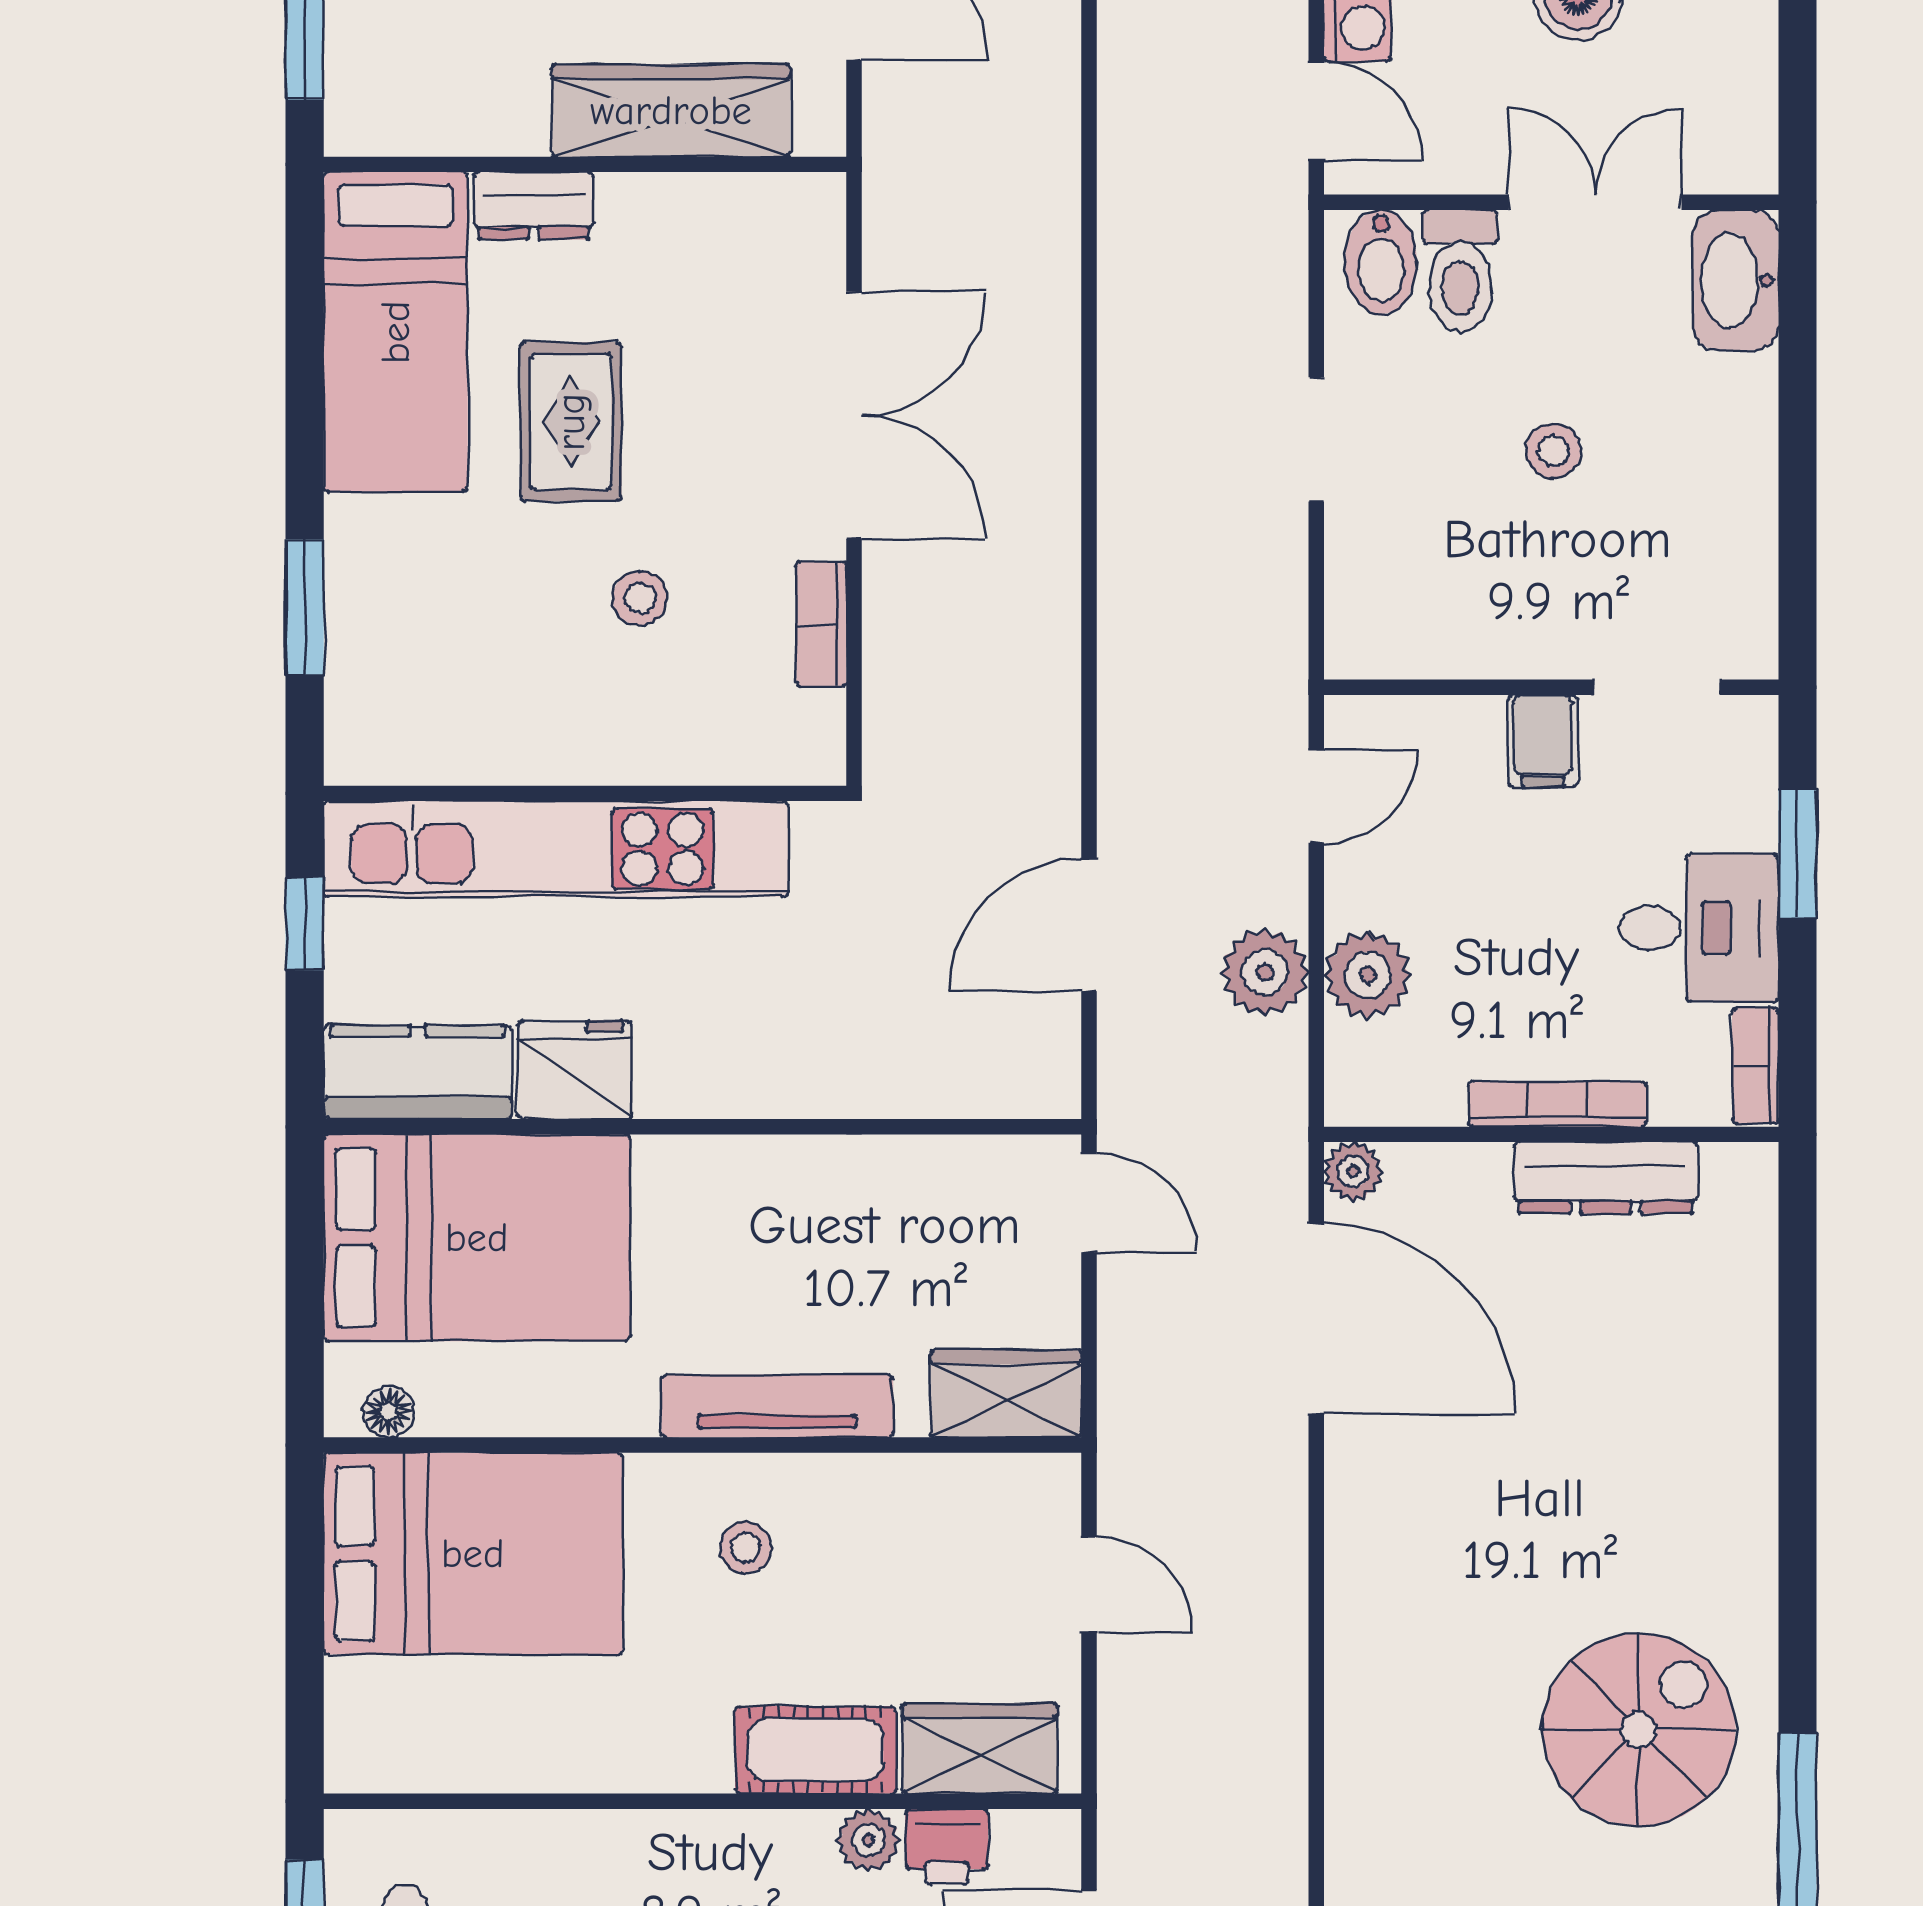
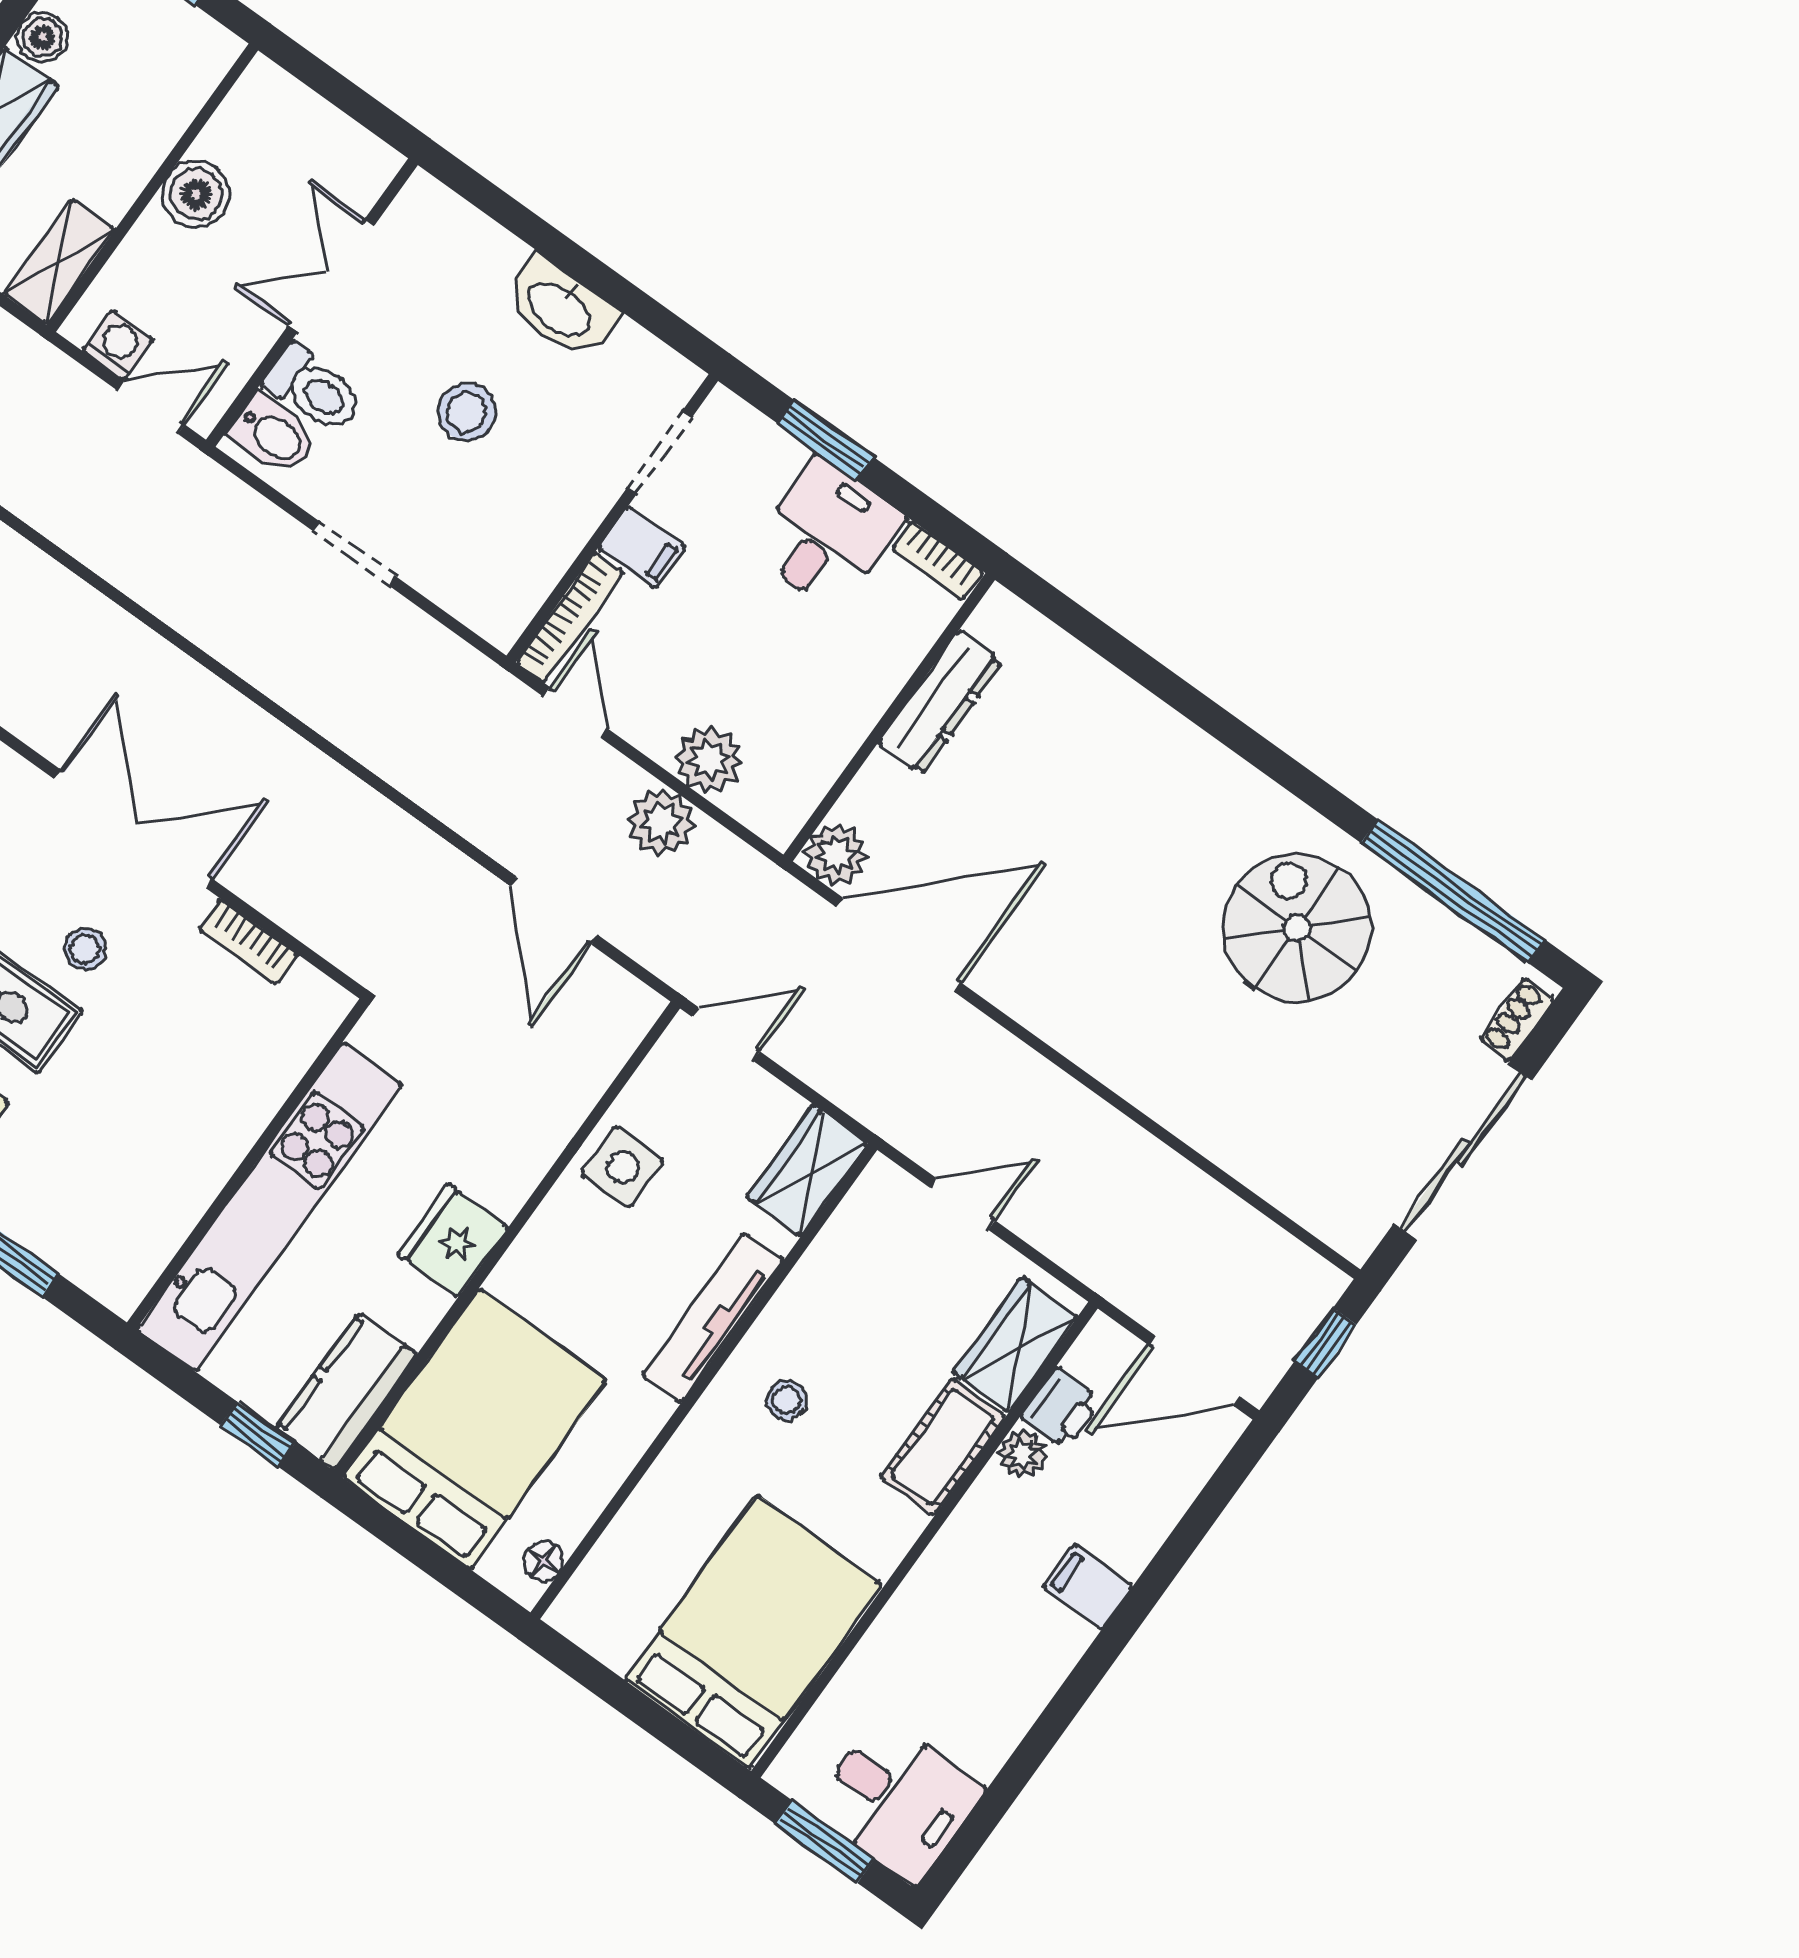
washbasin: (1736, 280) -> (561, 308), moved
stool: (1553, 451) -> (467, 412), width x1.37, depth x1.37
stool: (640, 598) -> (85, 949), moved
window: (305, 924) -> (258, 1434), moved
fridge: (575, 1070) -> (453, 1240), moved
bookcase: (1557, 1104) -> (570, 617), moved, turned 180
plant: (1353, 1171) -> (836, 854), width x1.38, depth x1.38
side table: (868, 1195) -> (623, 1167), added
bed: (473, 1554) -> (753, 1632), moved

